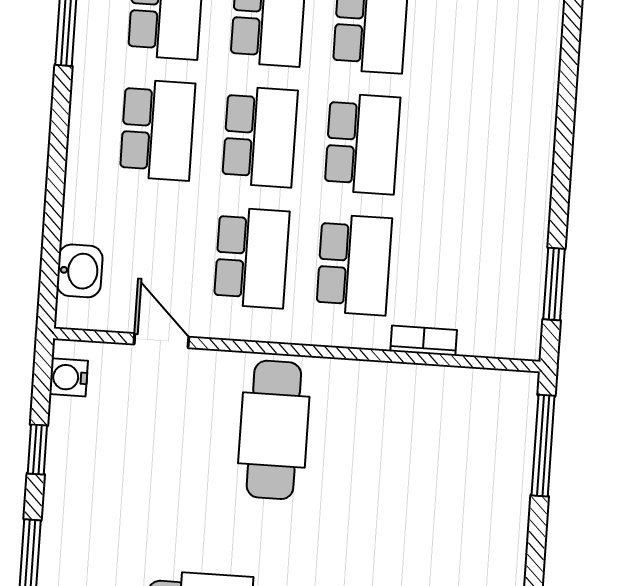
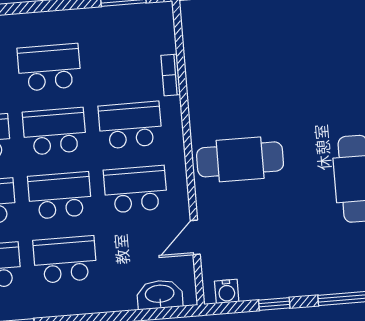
school desk: (465, 151) -> (49, 67), added
washbasin: (80, 271) -> (160, 295), width x1.38

